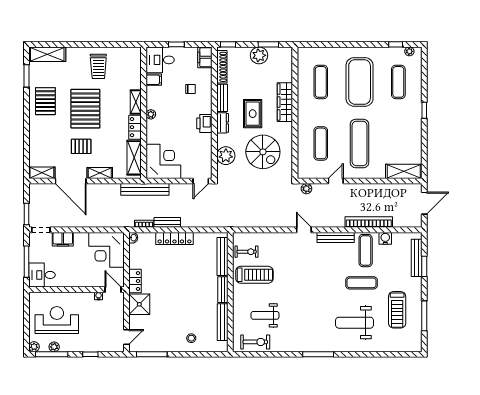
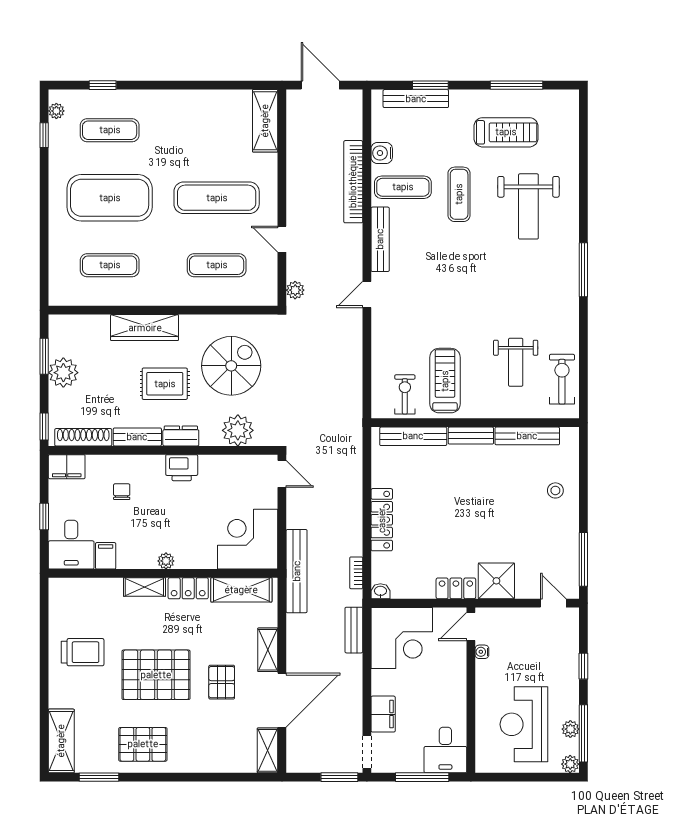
window: (424, 110) -> (103, 85), moved
bench: (167, 222) -> (354, 630), moved

